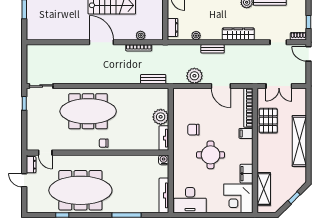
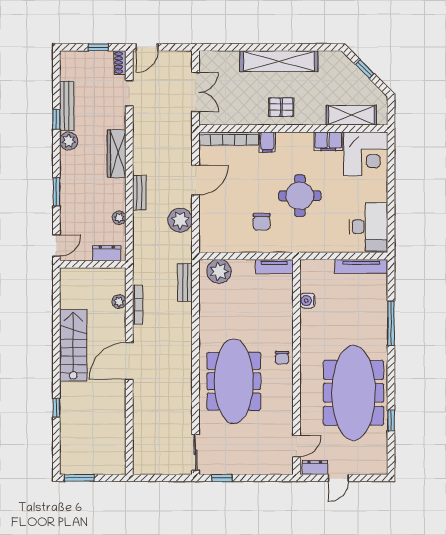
plant: (161, 117) -> (219, 271), moved
pallet: (268, 121) -> (281, 107), moved, width x0.67, depth x0.71
water cooler: (164, 160) -> (307, 301), moved

